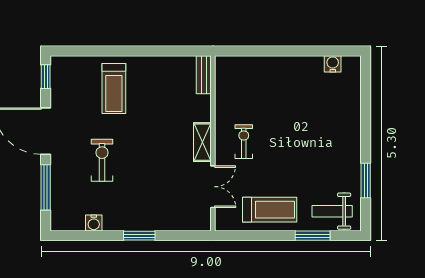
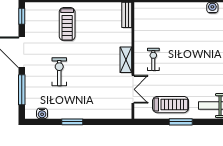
water cooler: (94, 223) -> (42, 113), moved
window: (139, 236) -> (72, 122), moved
window: (313, 236) -> (181, 122), moved

